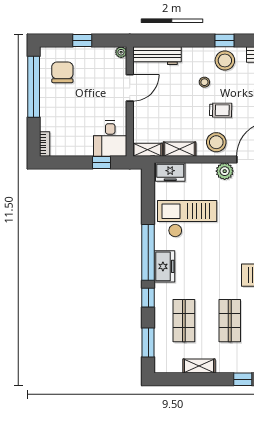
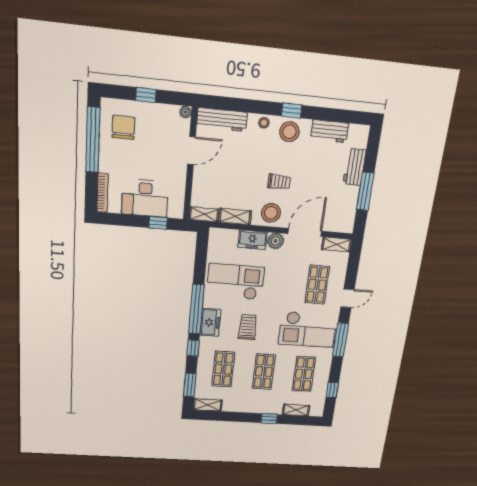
stool: (204, 82) -> (264, 123), moved
desk: (110, 139) -> (145, 198), moved, width x1.37
bookcase: (45, 144) -> (103, 193), width x1.56
freezer: (170, 172) -> (252, 240), moved
trolley: (206, 269) -> (248, 327), added
shelving: (199, 366) -> (207, 405), moved

